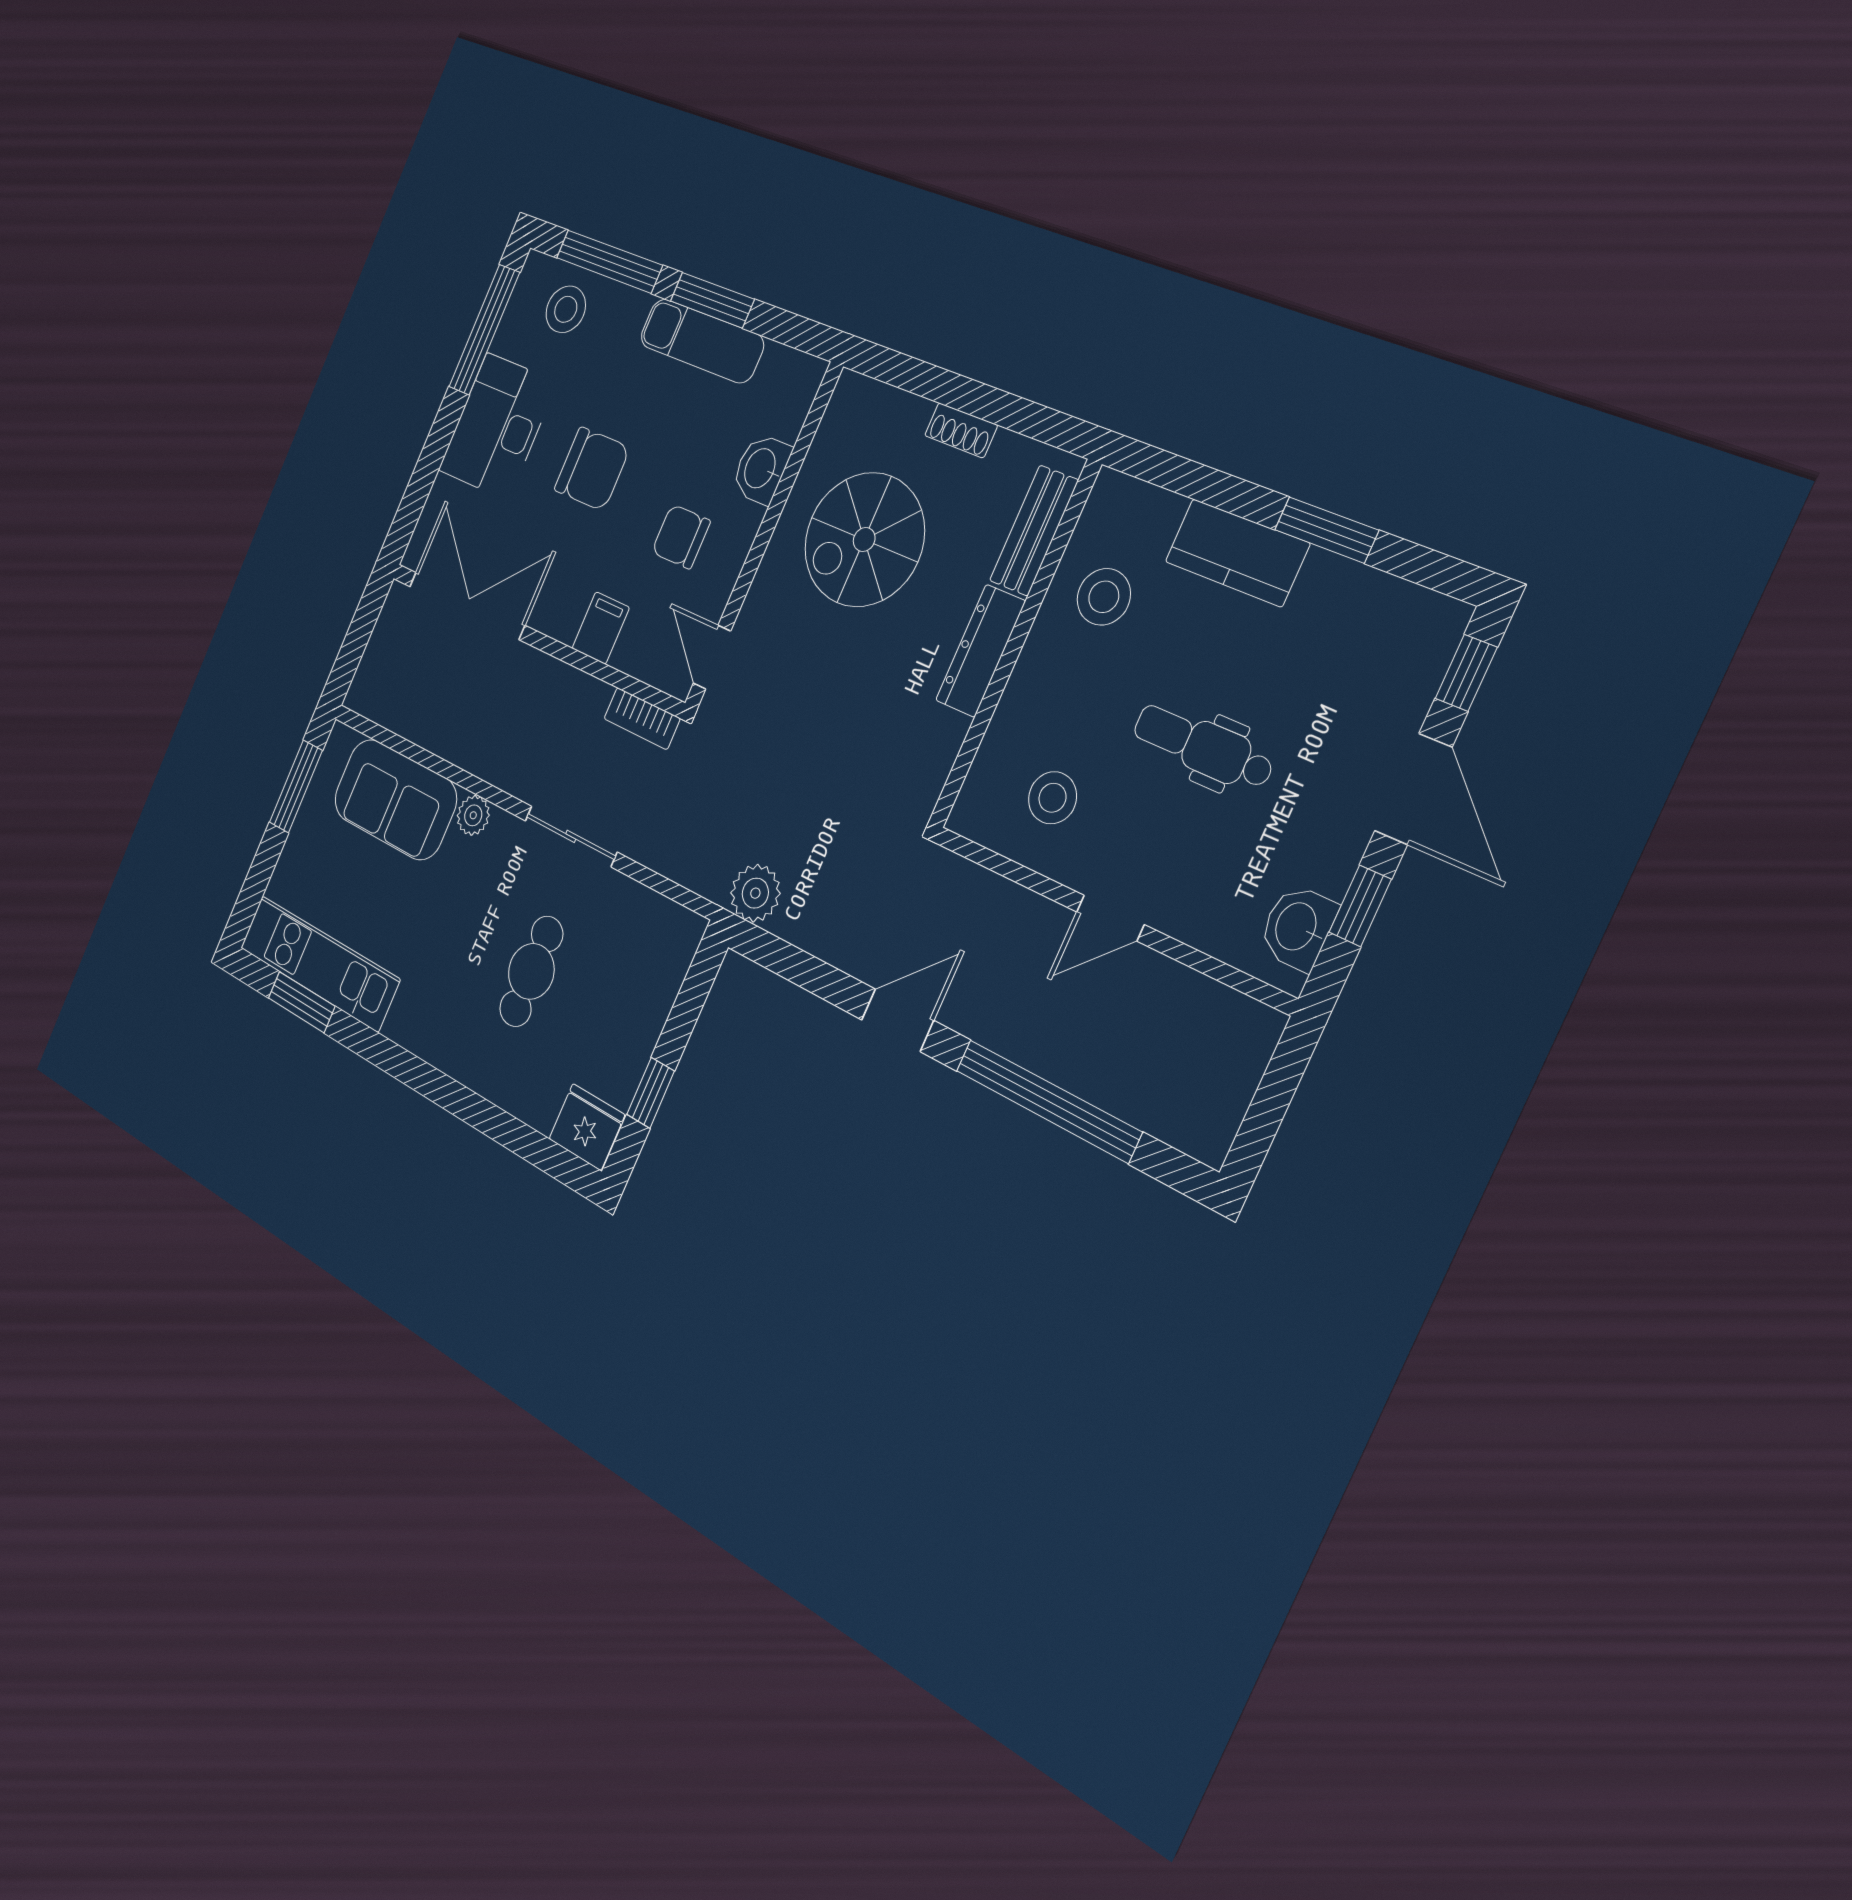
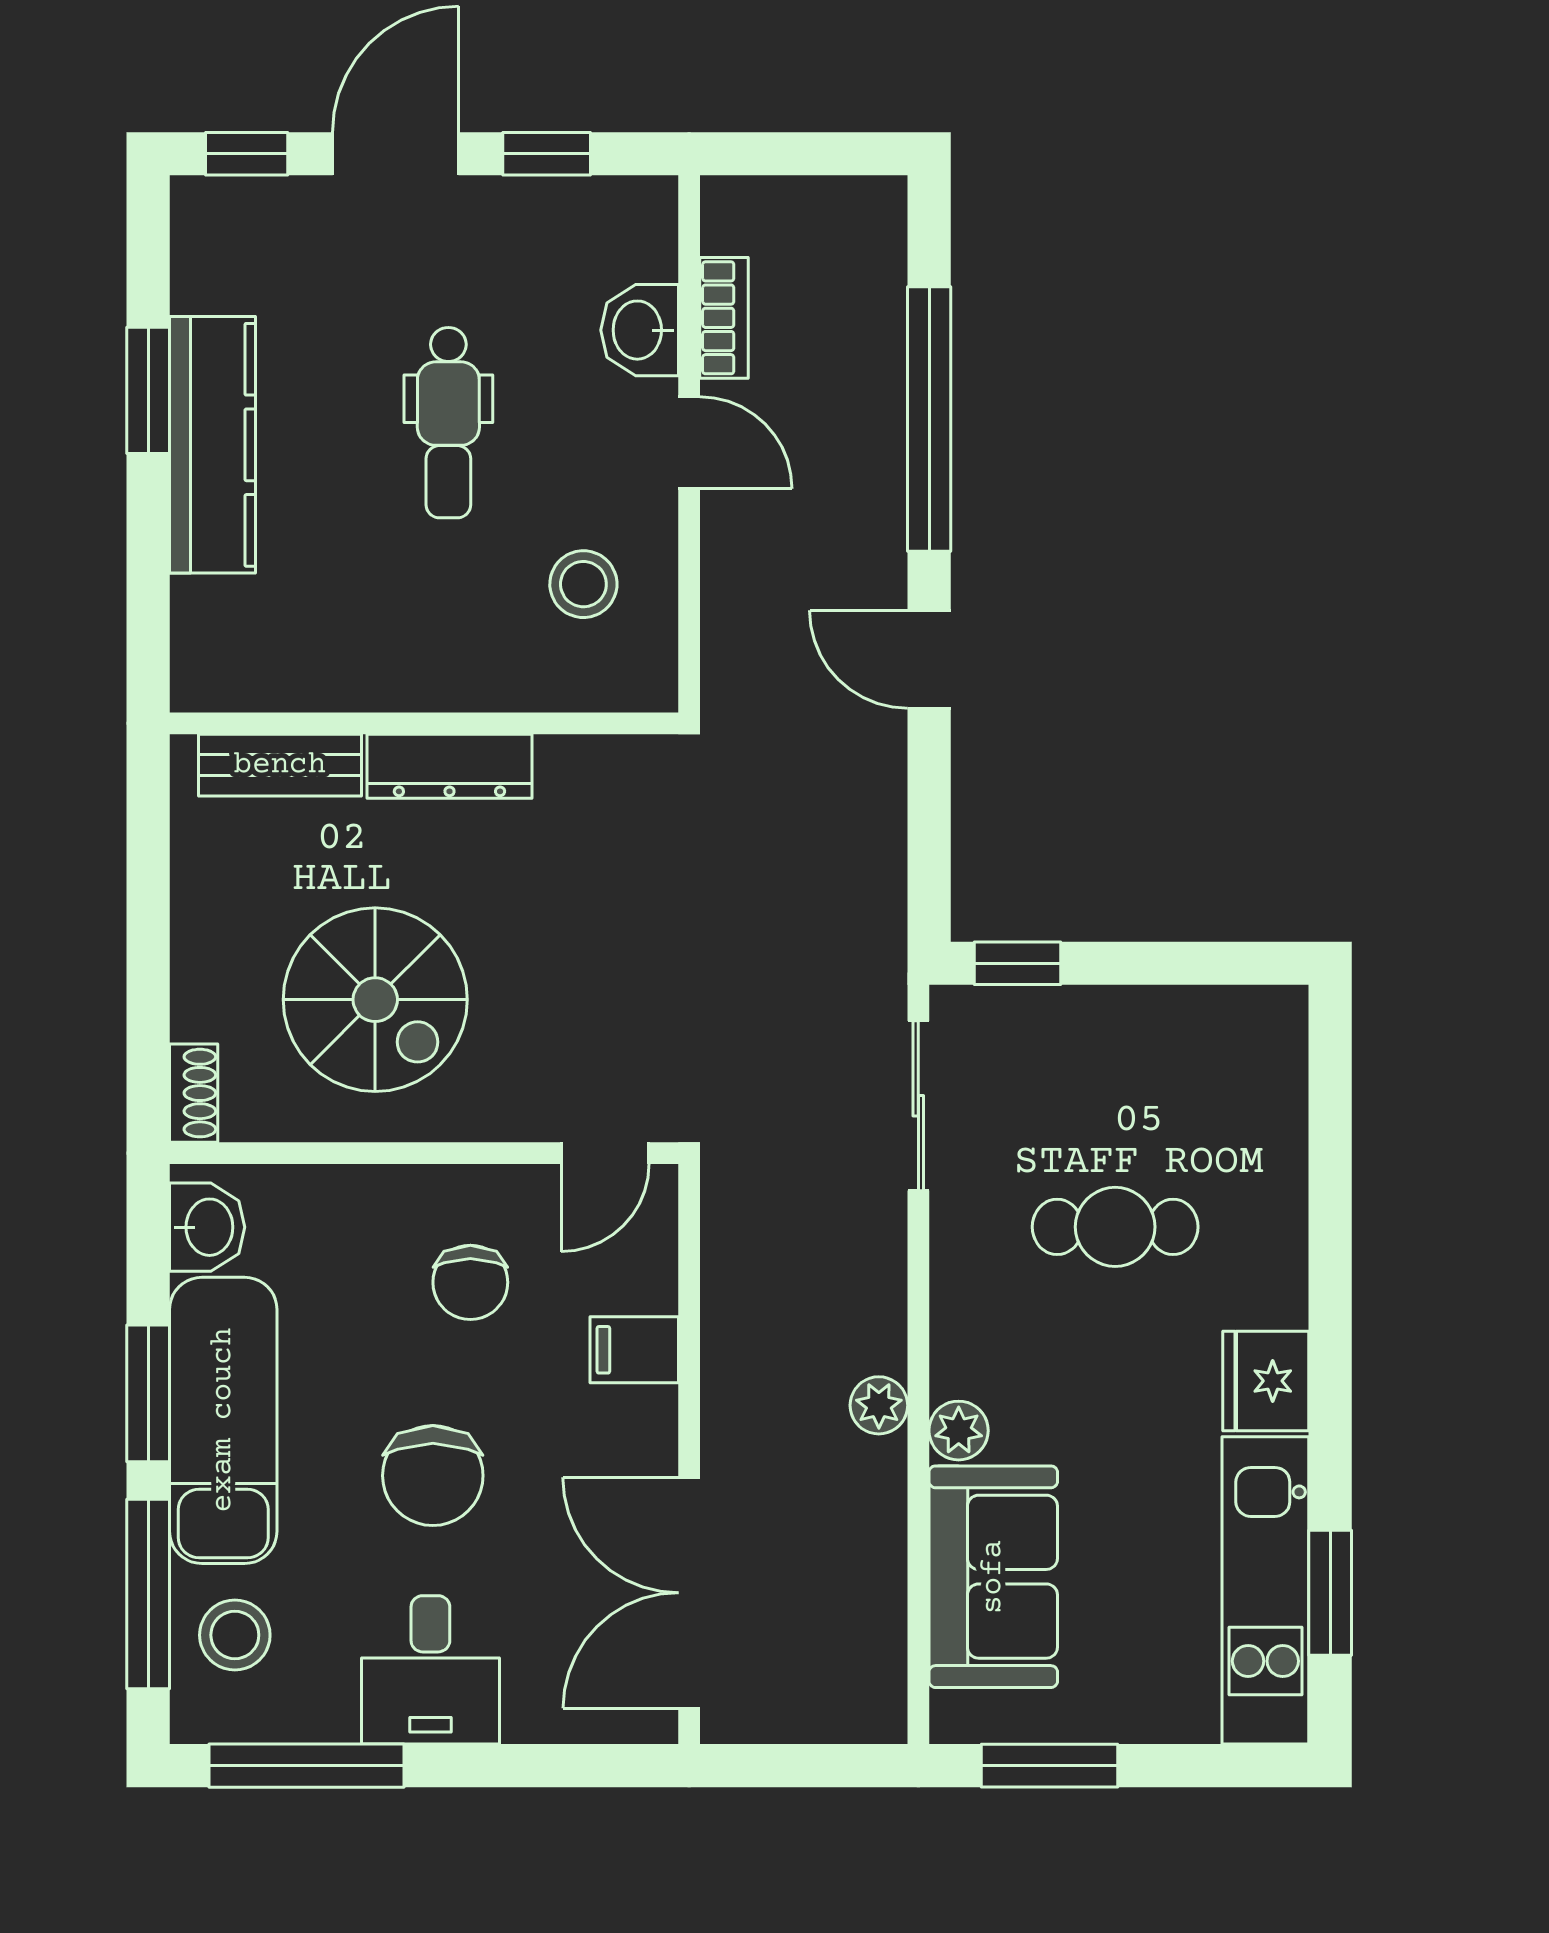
exam couch: (702, 341) -> (223, 1420), width x1.36, depth x1.45
desk: (498, 426) -> (430, 1670), width x0.73
shoe rack: (961, 430) -> (194, 1093), moved
chair: (592, 469) -> (433, 1476), turned 180
washbasin: (761, 469) -> (207, 1227), moved, turned -90
kitchen counter: (1237, 553) -> (213, 445), width x1.50
stool: (1104, 597) -> (325, 633), removed
bookcase: (642, 718) -> (724, 318), moved
sliding door: (571, 836) -> (918, 1106), moved
plant: (755, 893) -> (879, 1405), moved, width x0.73, depth x0.73
washbasin: (1297, 927) -> (640, 330), moved, turned 90
window: (651, 1093) -> (1017, 963), moved
fridge: (587, 1127) -> (1266, 1381), moved

